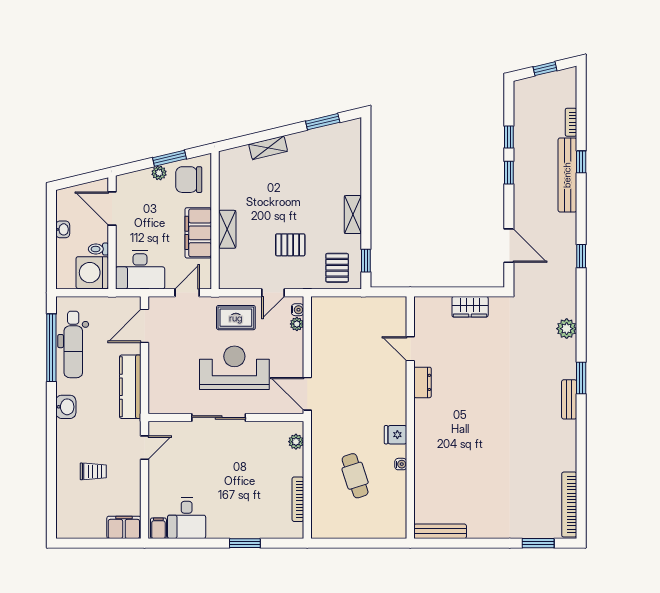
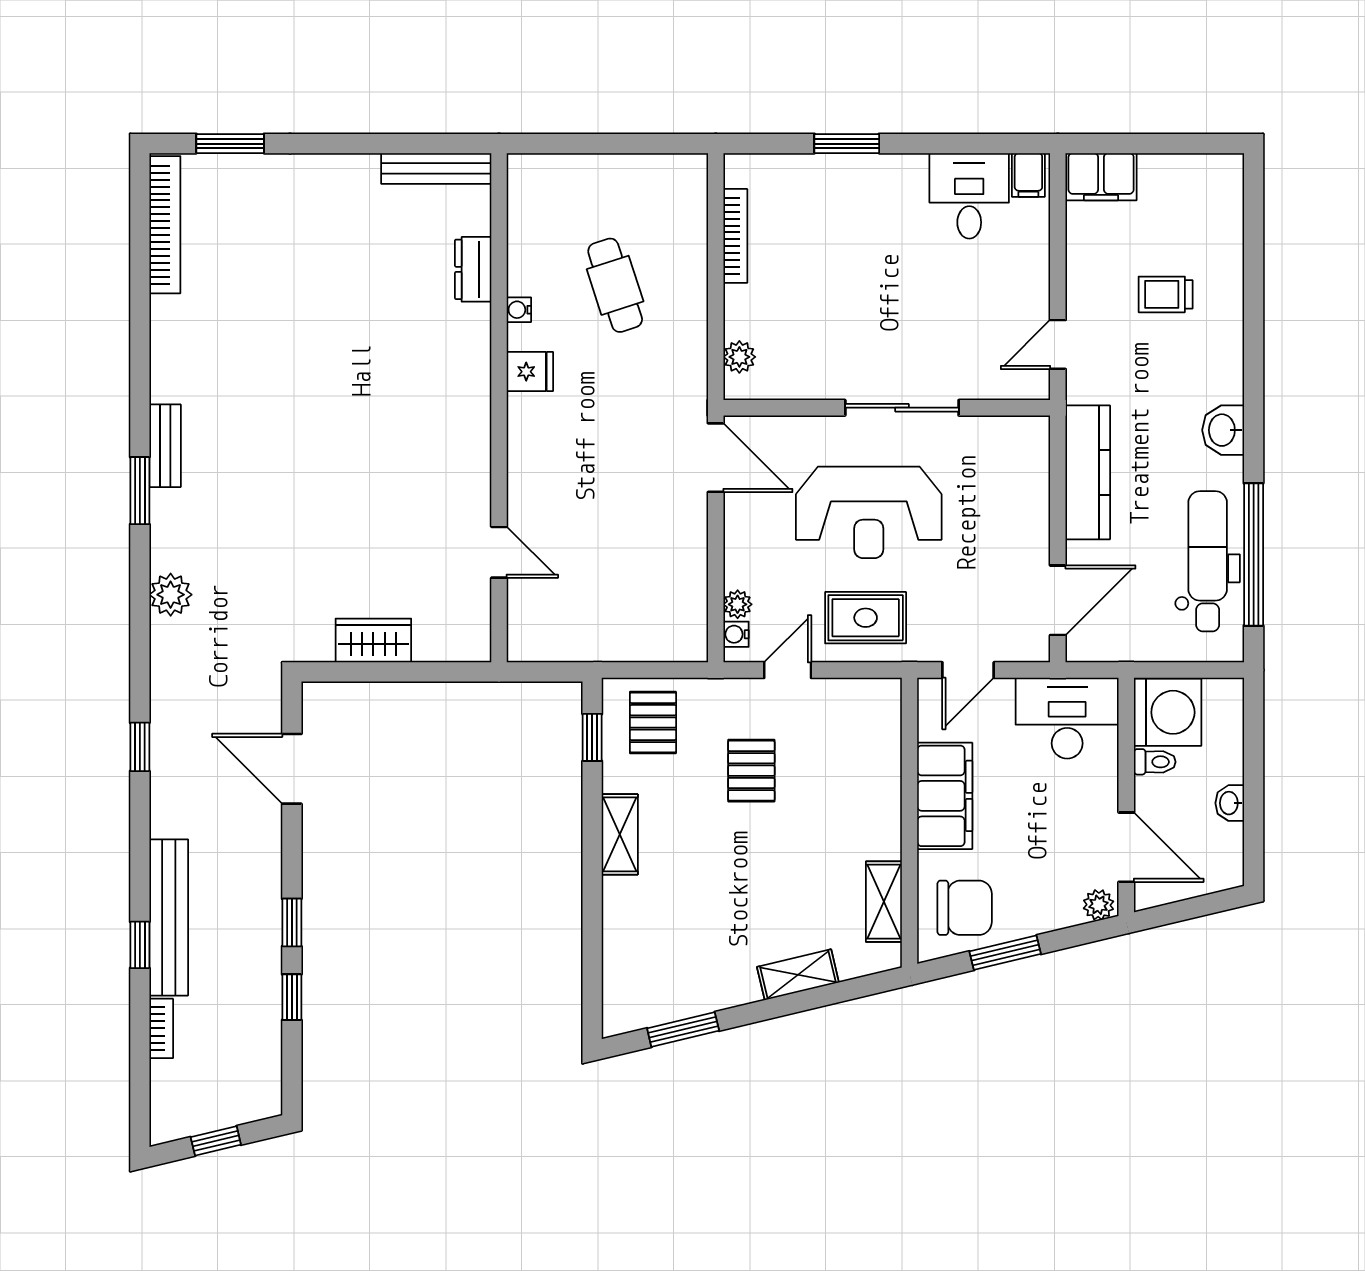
plant: (159, 173) -> (1099, 905), moved
shelving: (227, 229) -> (884, 902), moved
pallet: (290, 245) -> (751, 771), turned 90
dresser: (423, 382) -> (473, 269), moved

